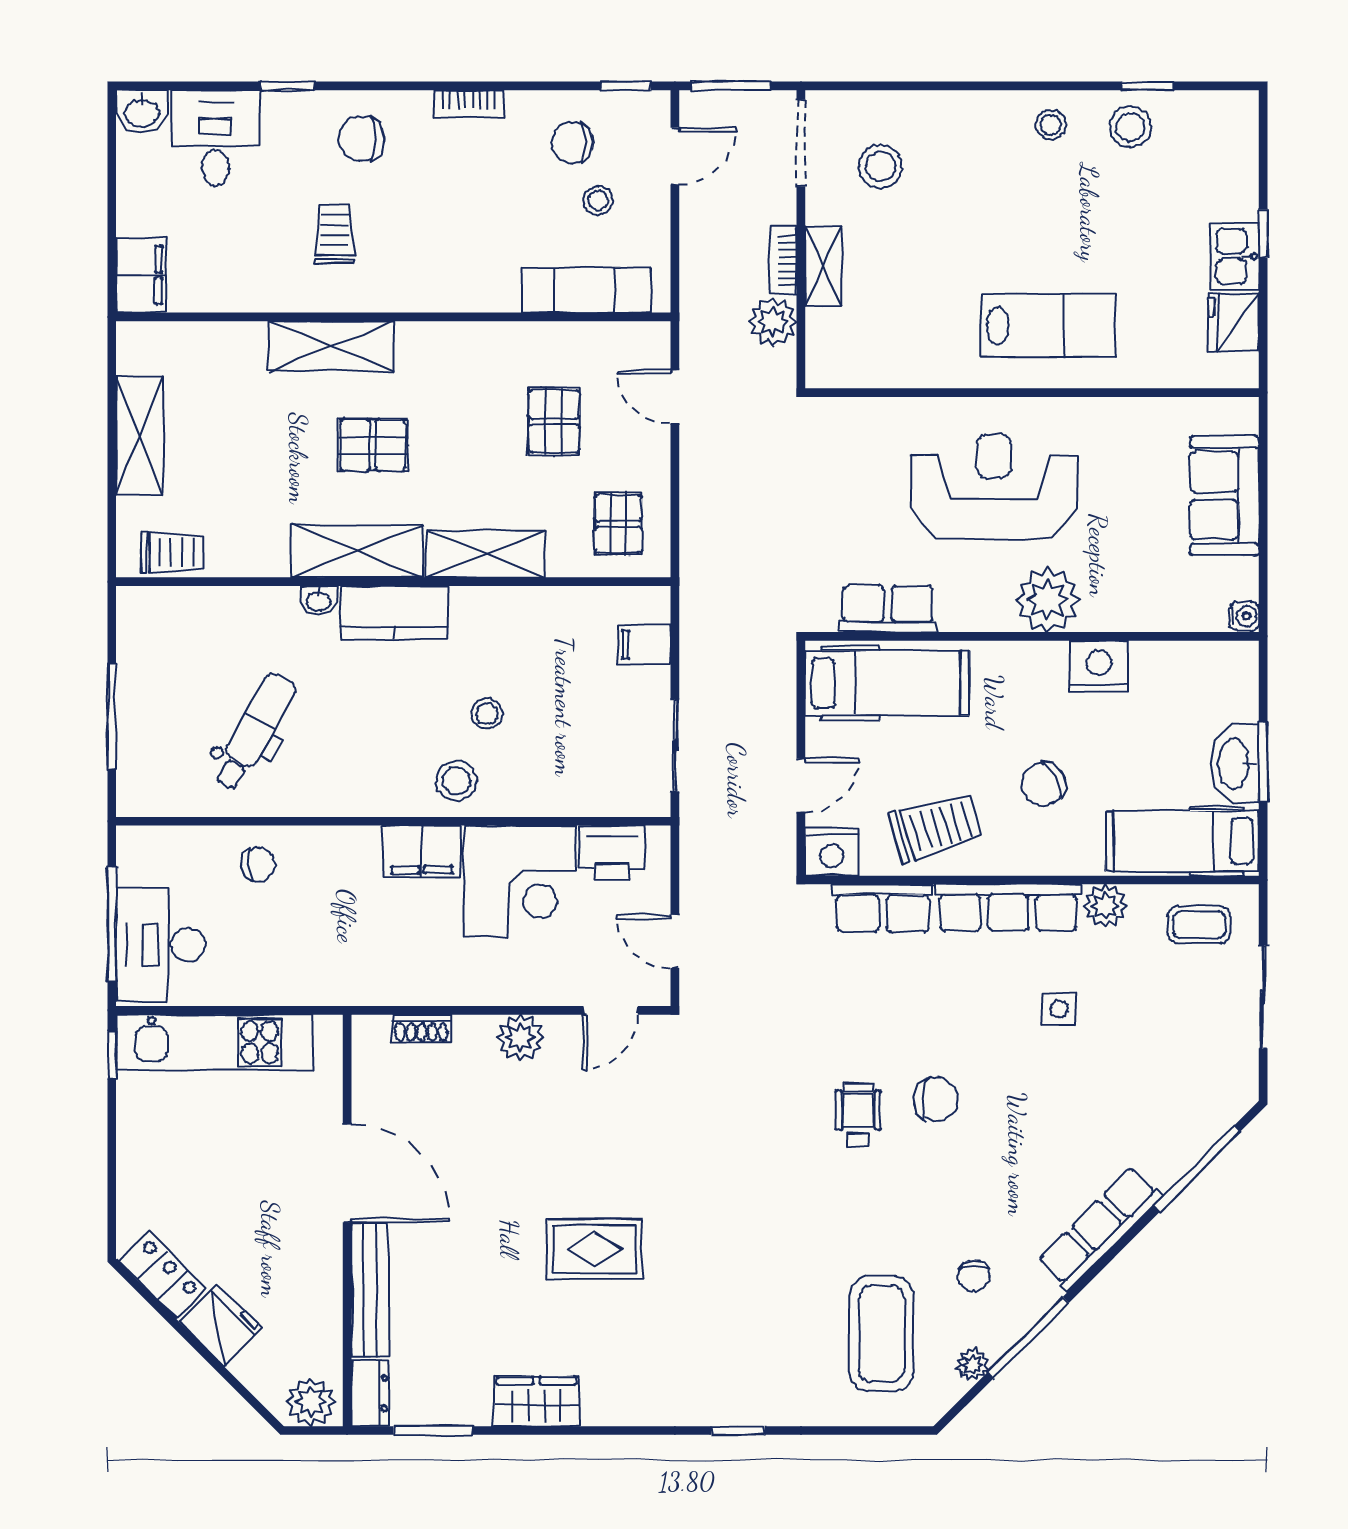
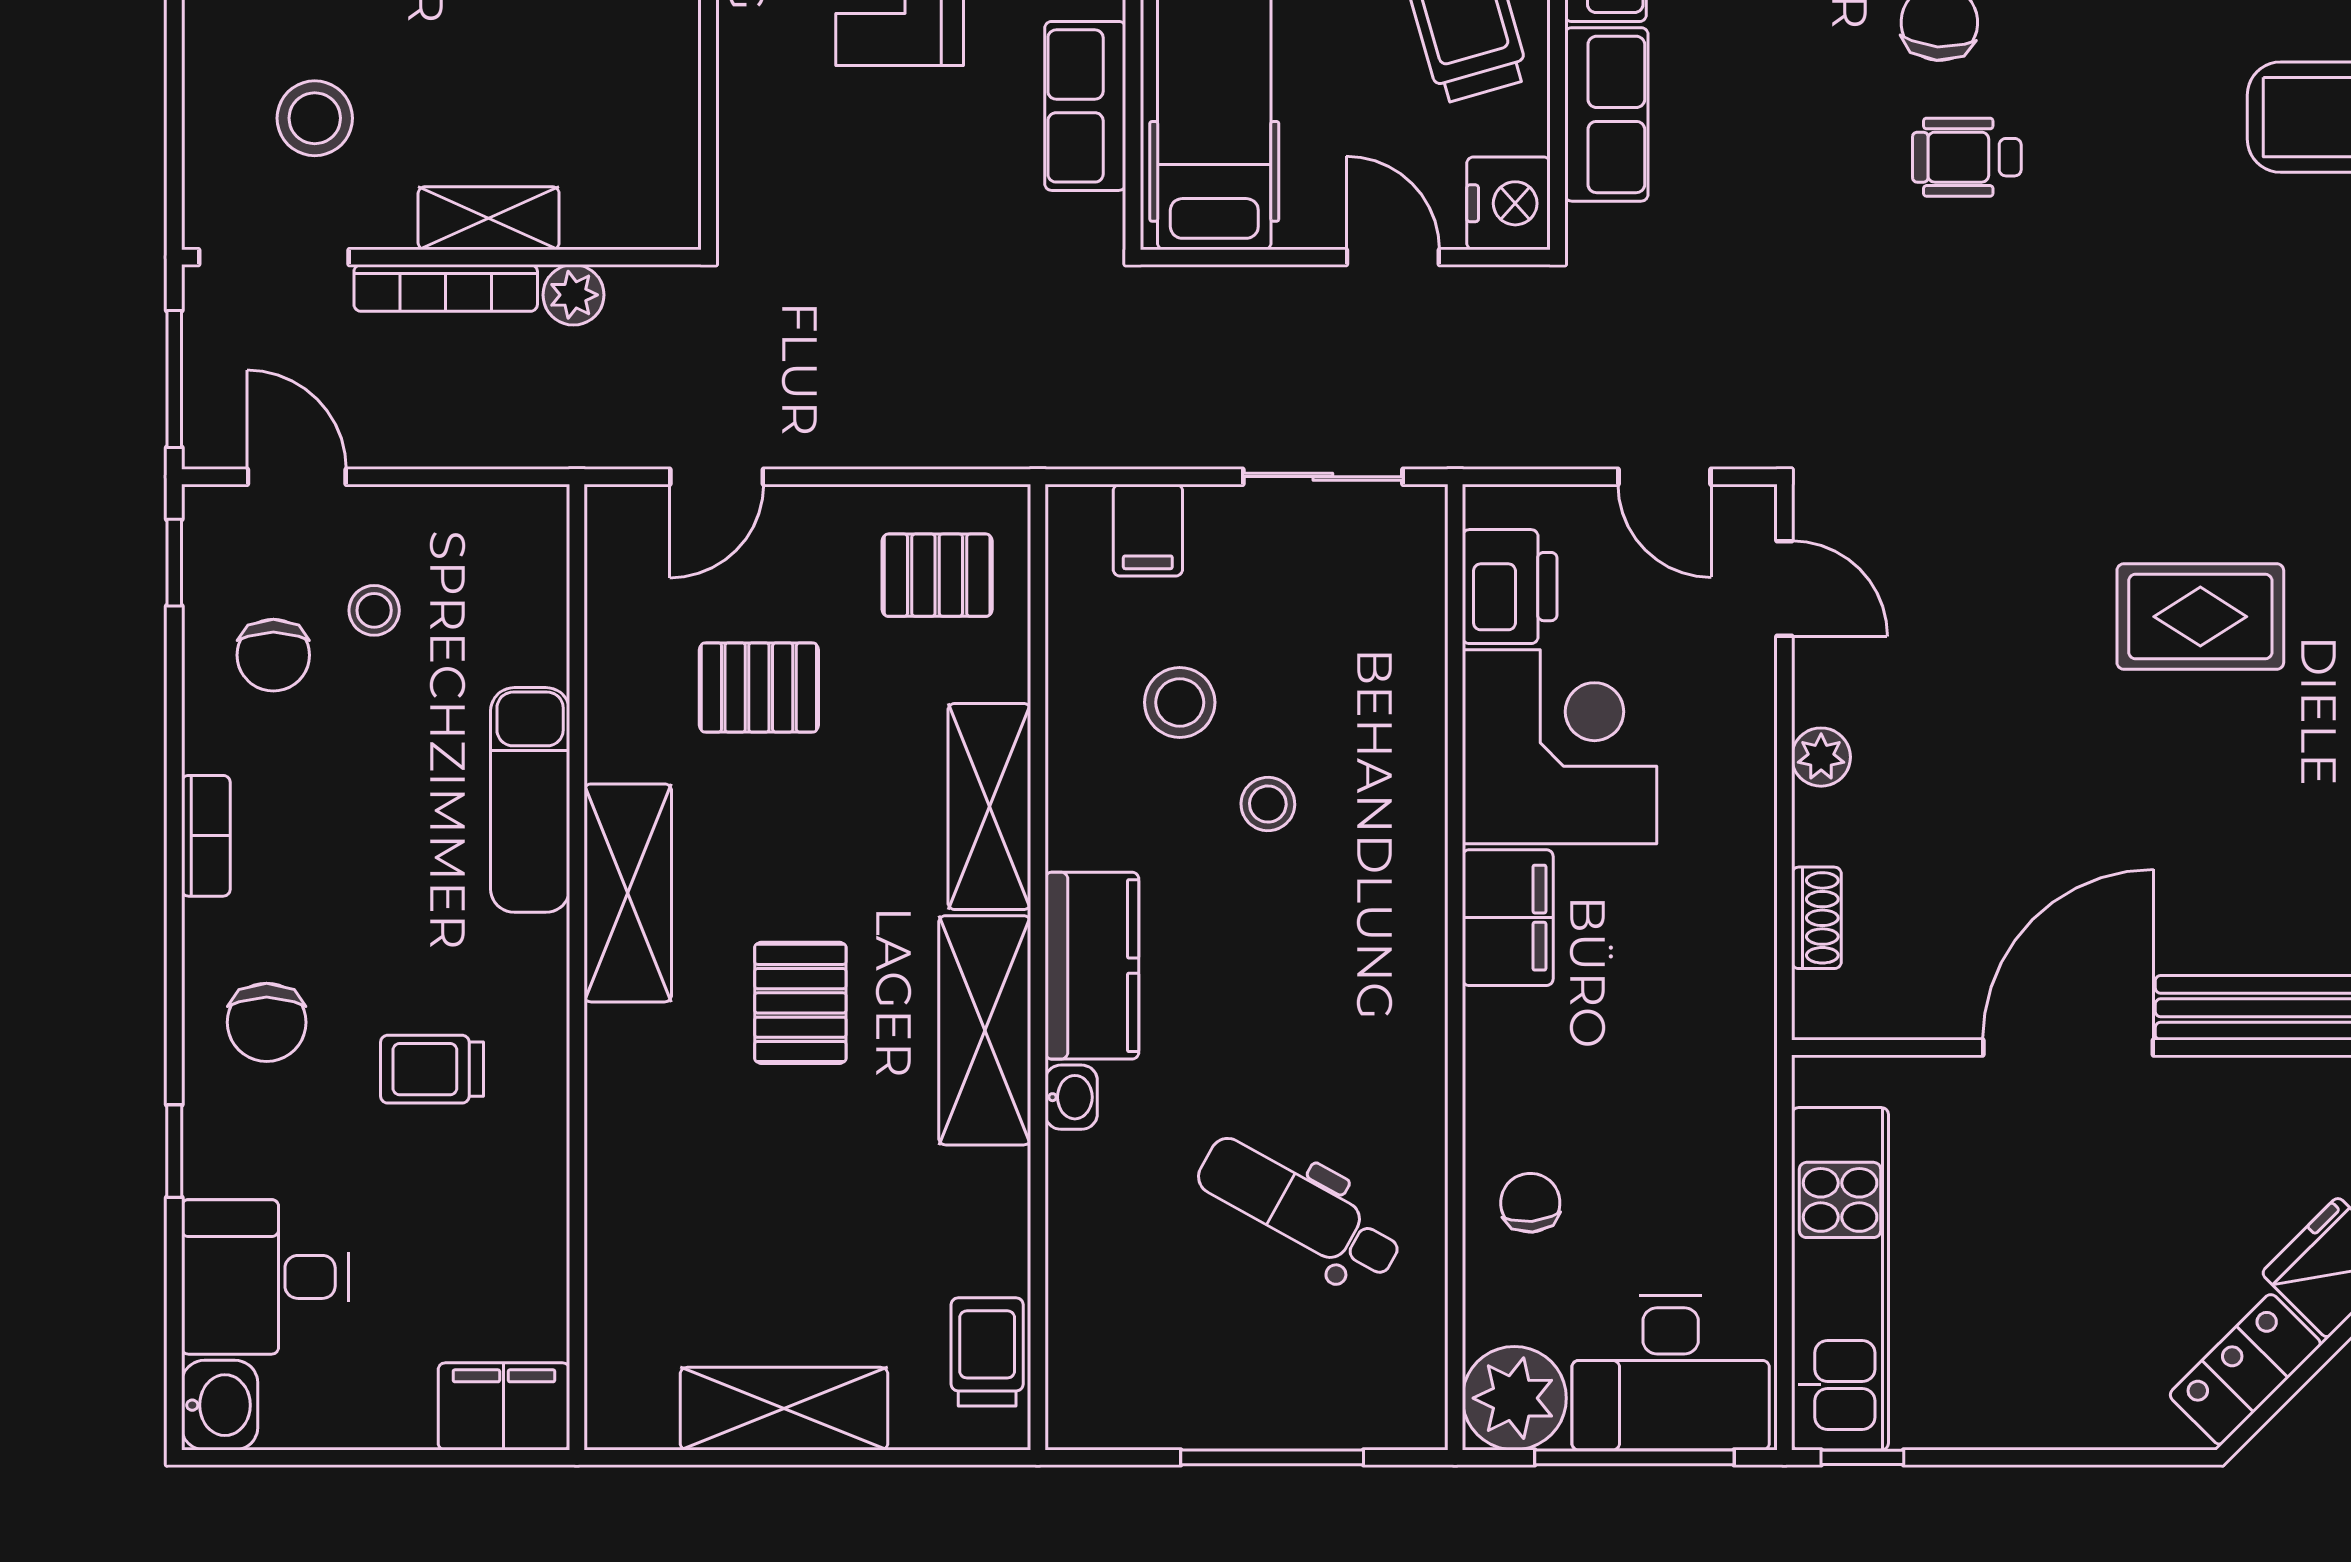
bookcase: (783, 261) -> (446, 288), width x1.56
exam couch: (586, 290) -> (530, 800), moved
plant: (773, 322) -> (573, 295), width x0.73, depth x0.73
shelving: (331, 346) -> (628, 893), moved
stool: (457, 781) -> (1180, 702), moved
plant: (146, 855) -> (1514, 1398), added
door: (675, 941) -> (1664, 477), hinge flipped
plant: (520, 1038) -> (1821, 757), width x0.73, depth x0.73
rug: (595, 1249) -> (2200, 617), turned 90

